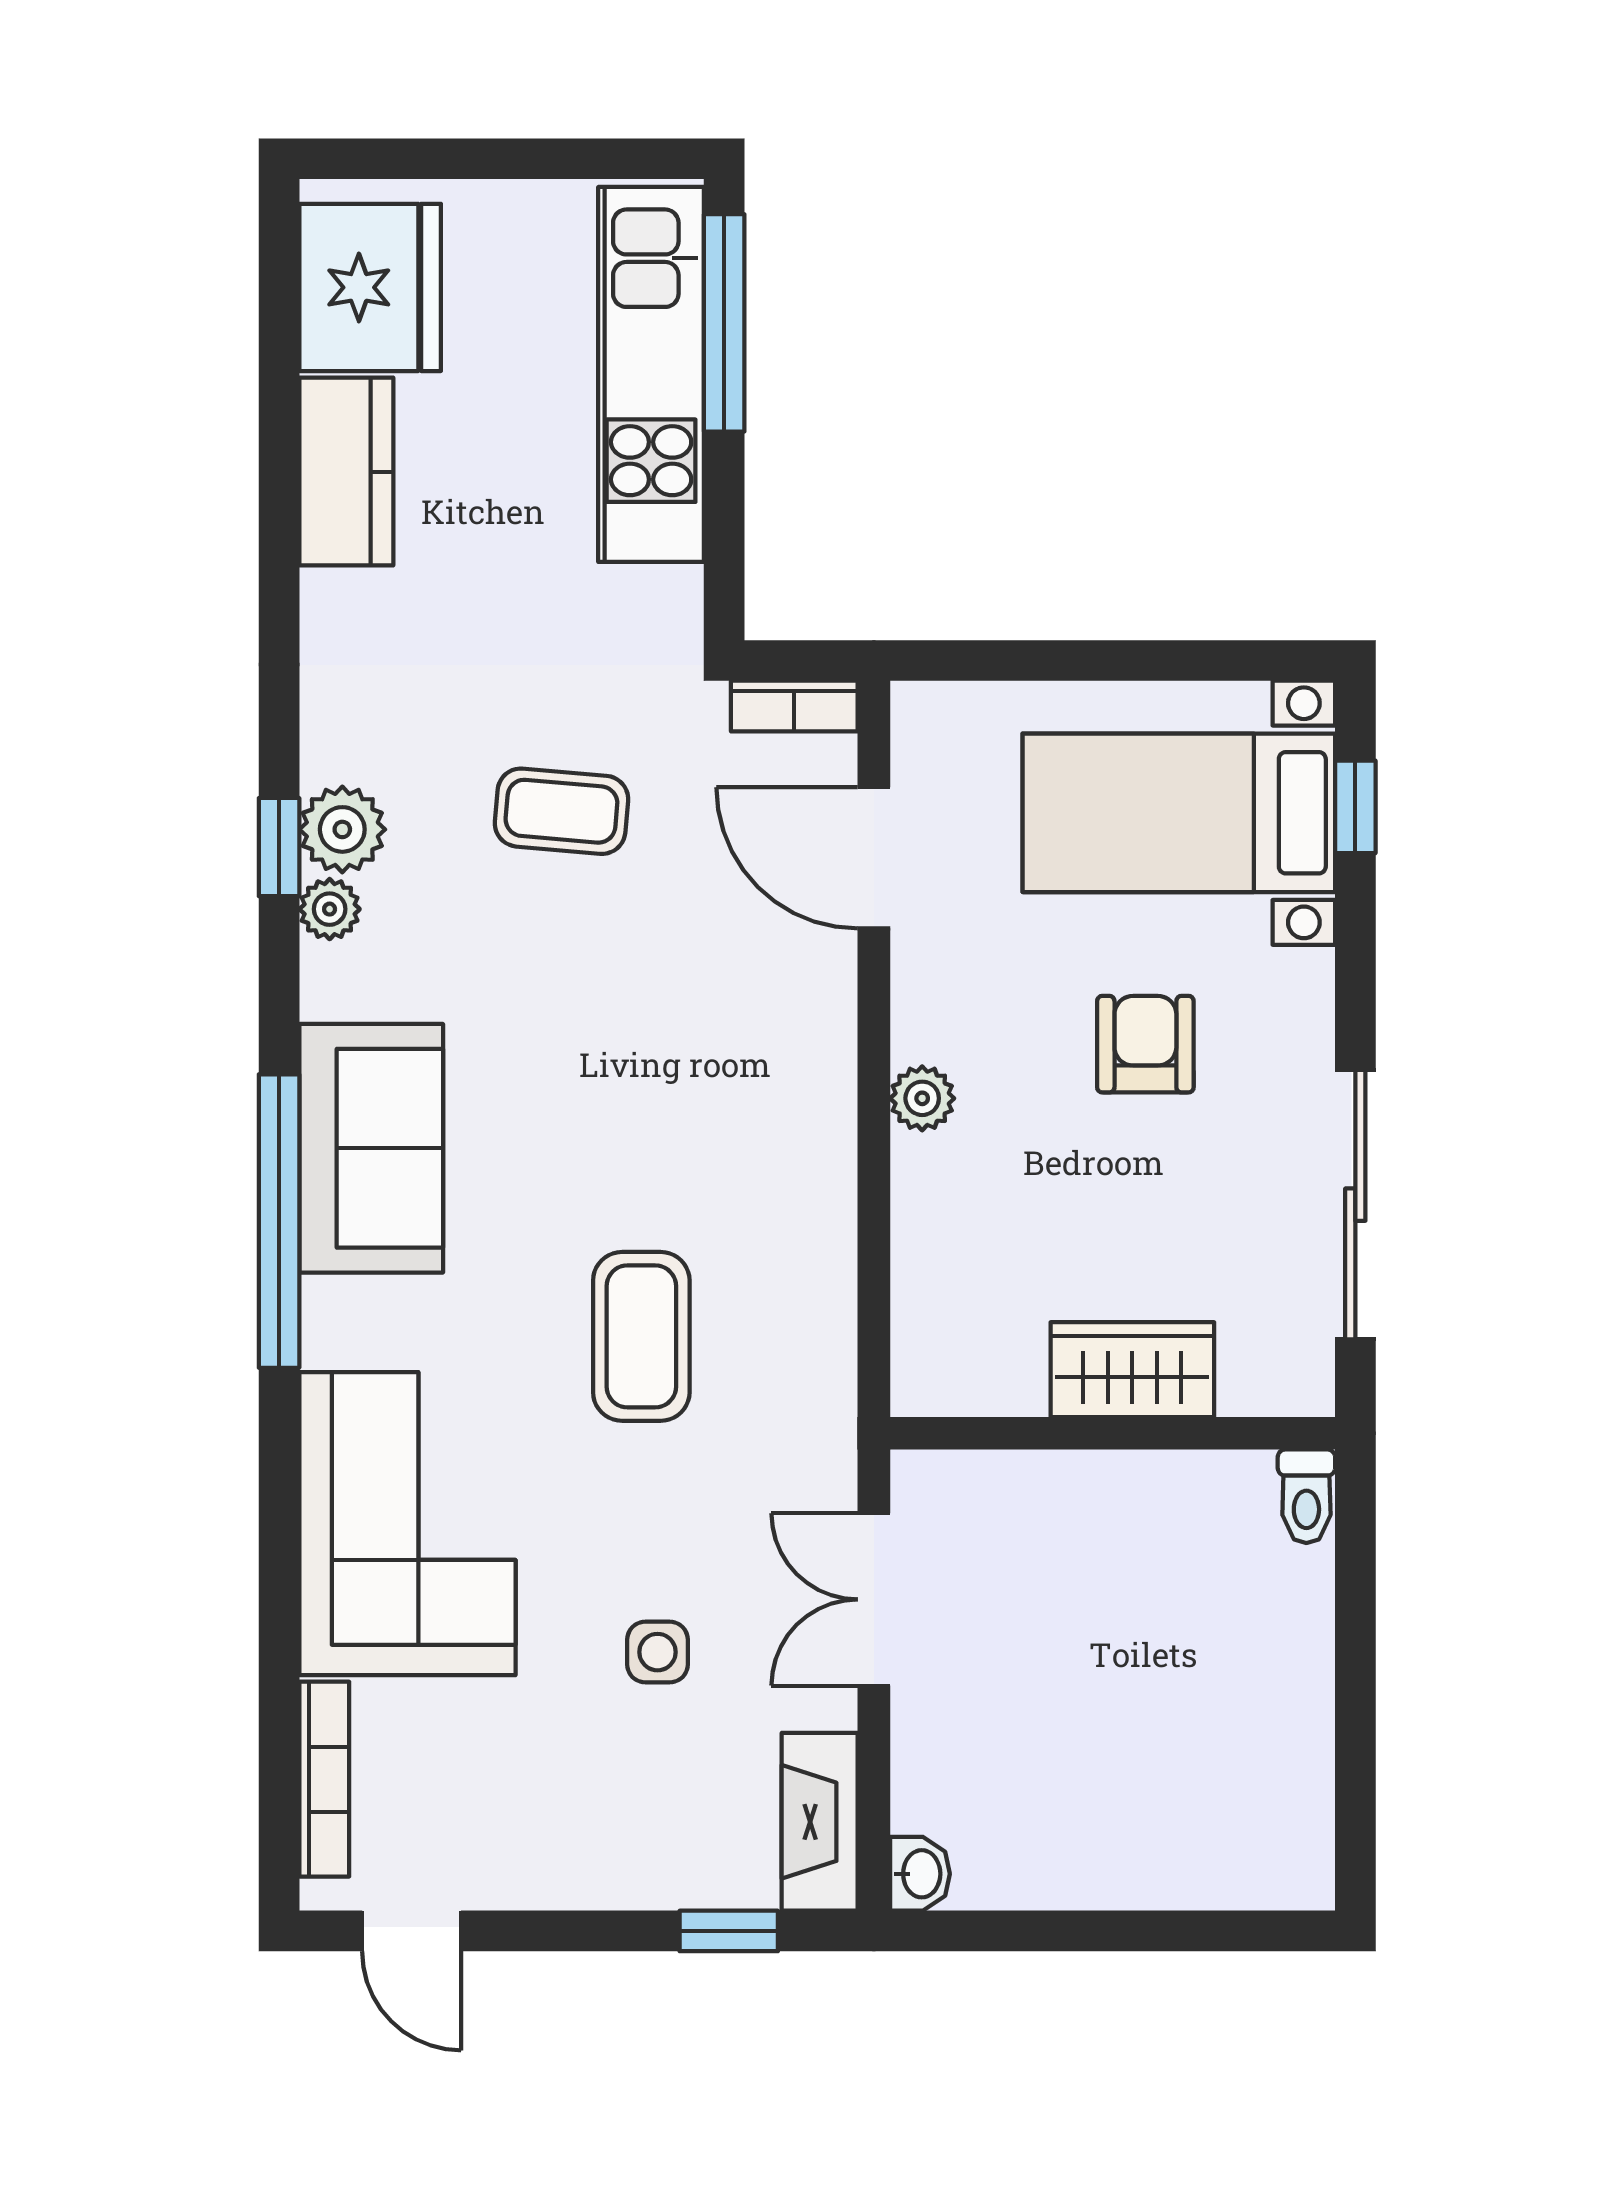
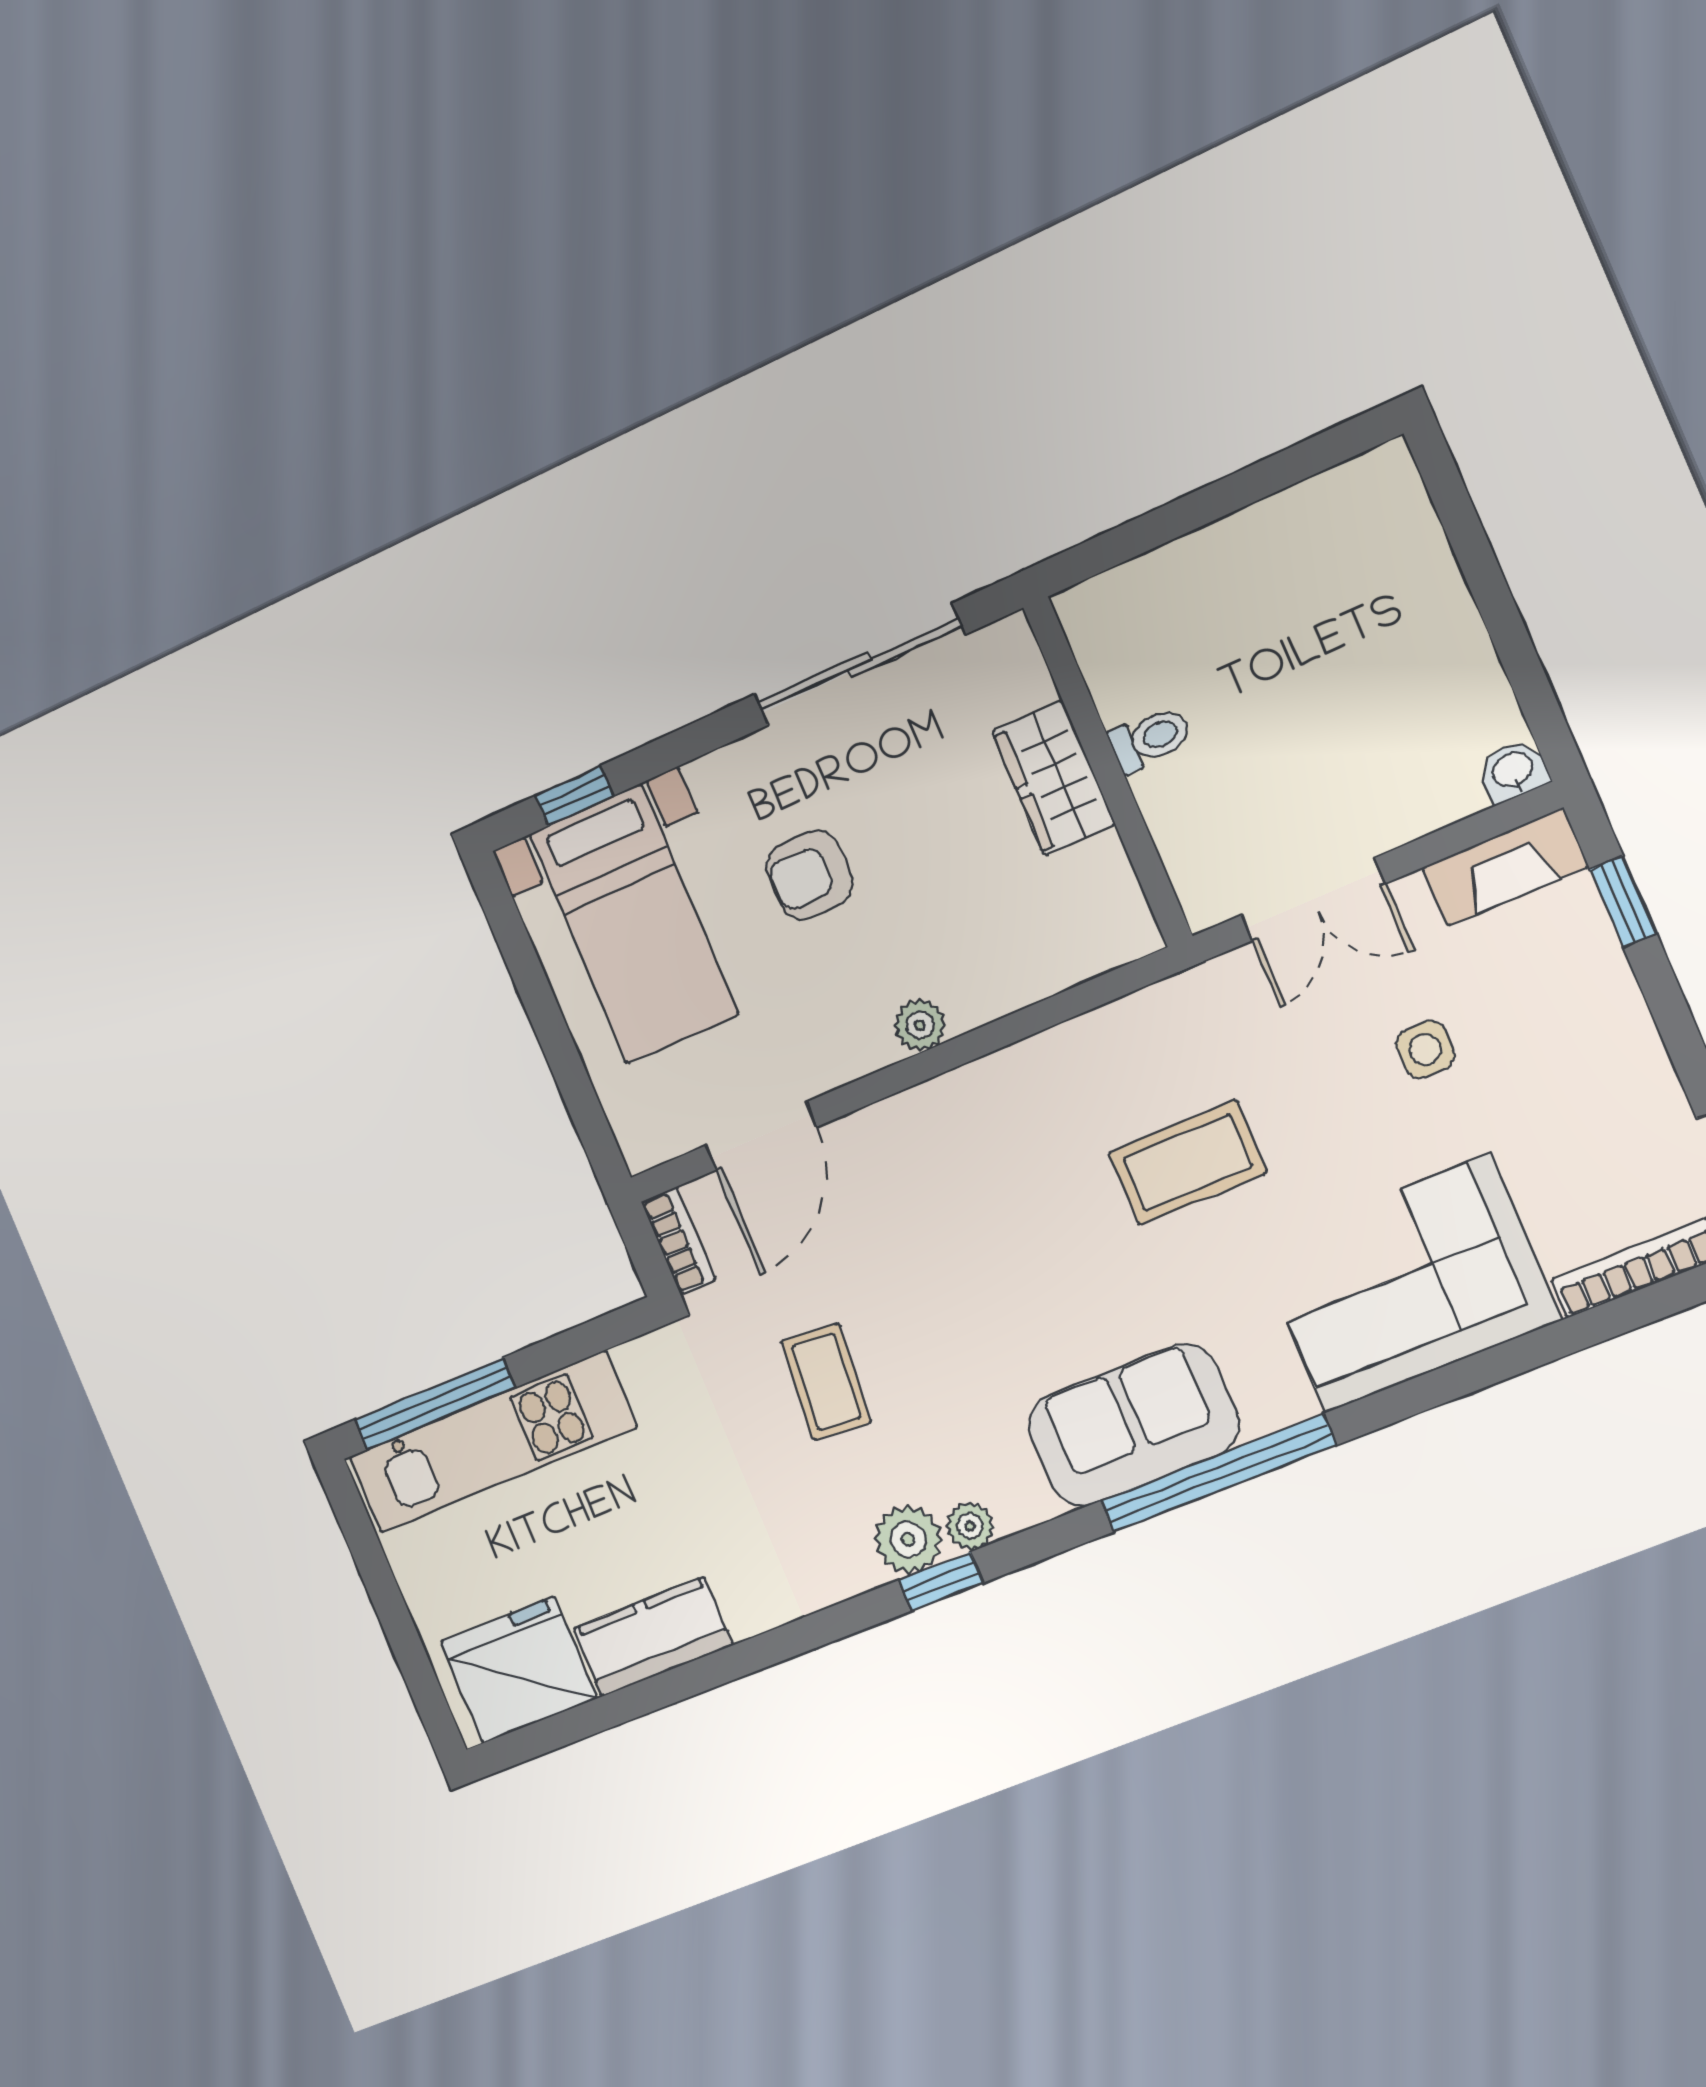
toilet: (1306, 1496) -> (1150, 739), moved

